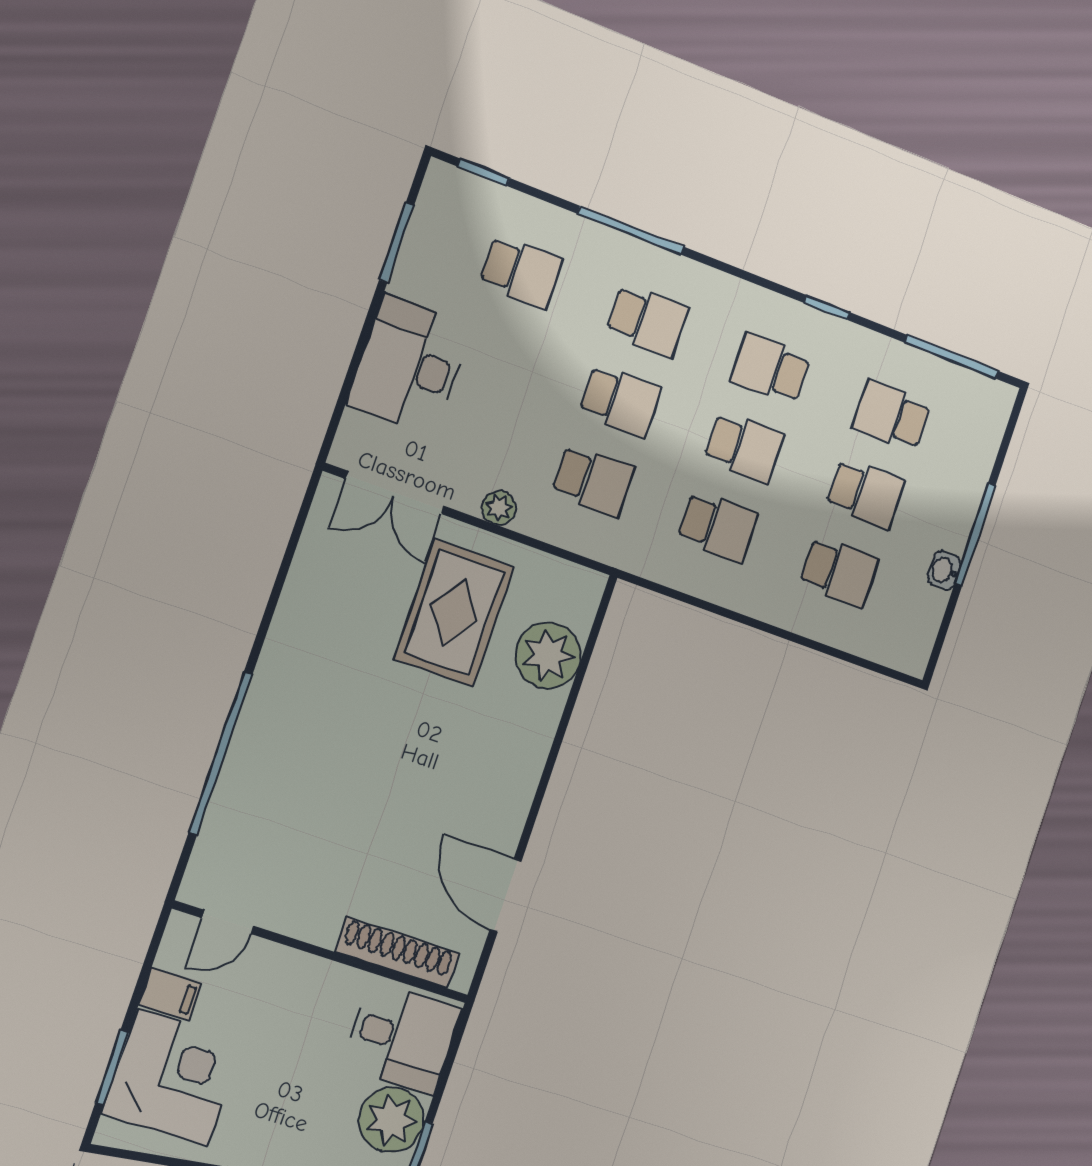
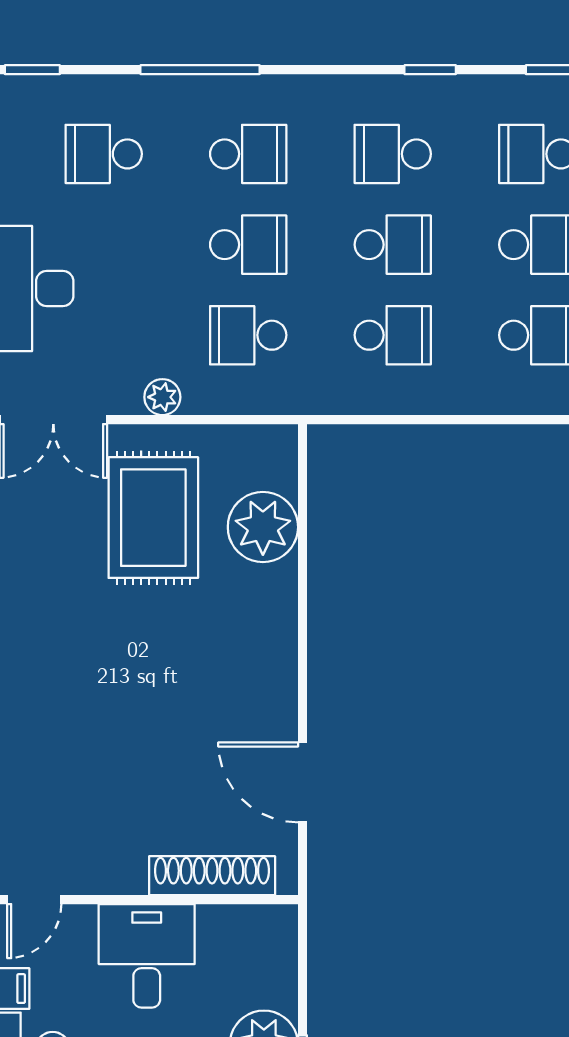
school desk: (521, 272) -> (104, 154), turned 180
school desk: (593, 481) -> (248, 335), turned 180
desk: (402, 1038) -> (147, 956), moved, turned -90

